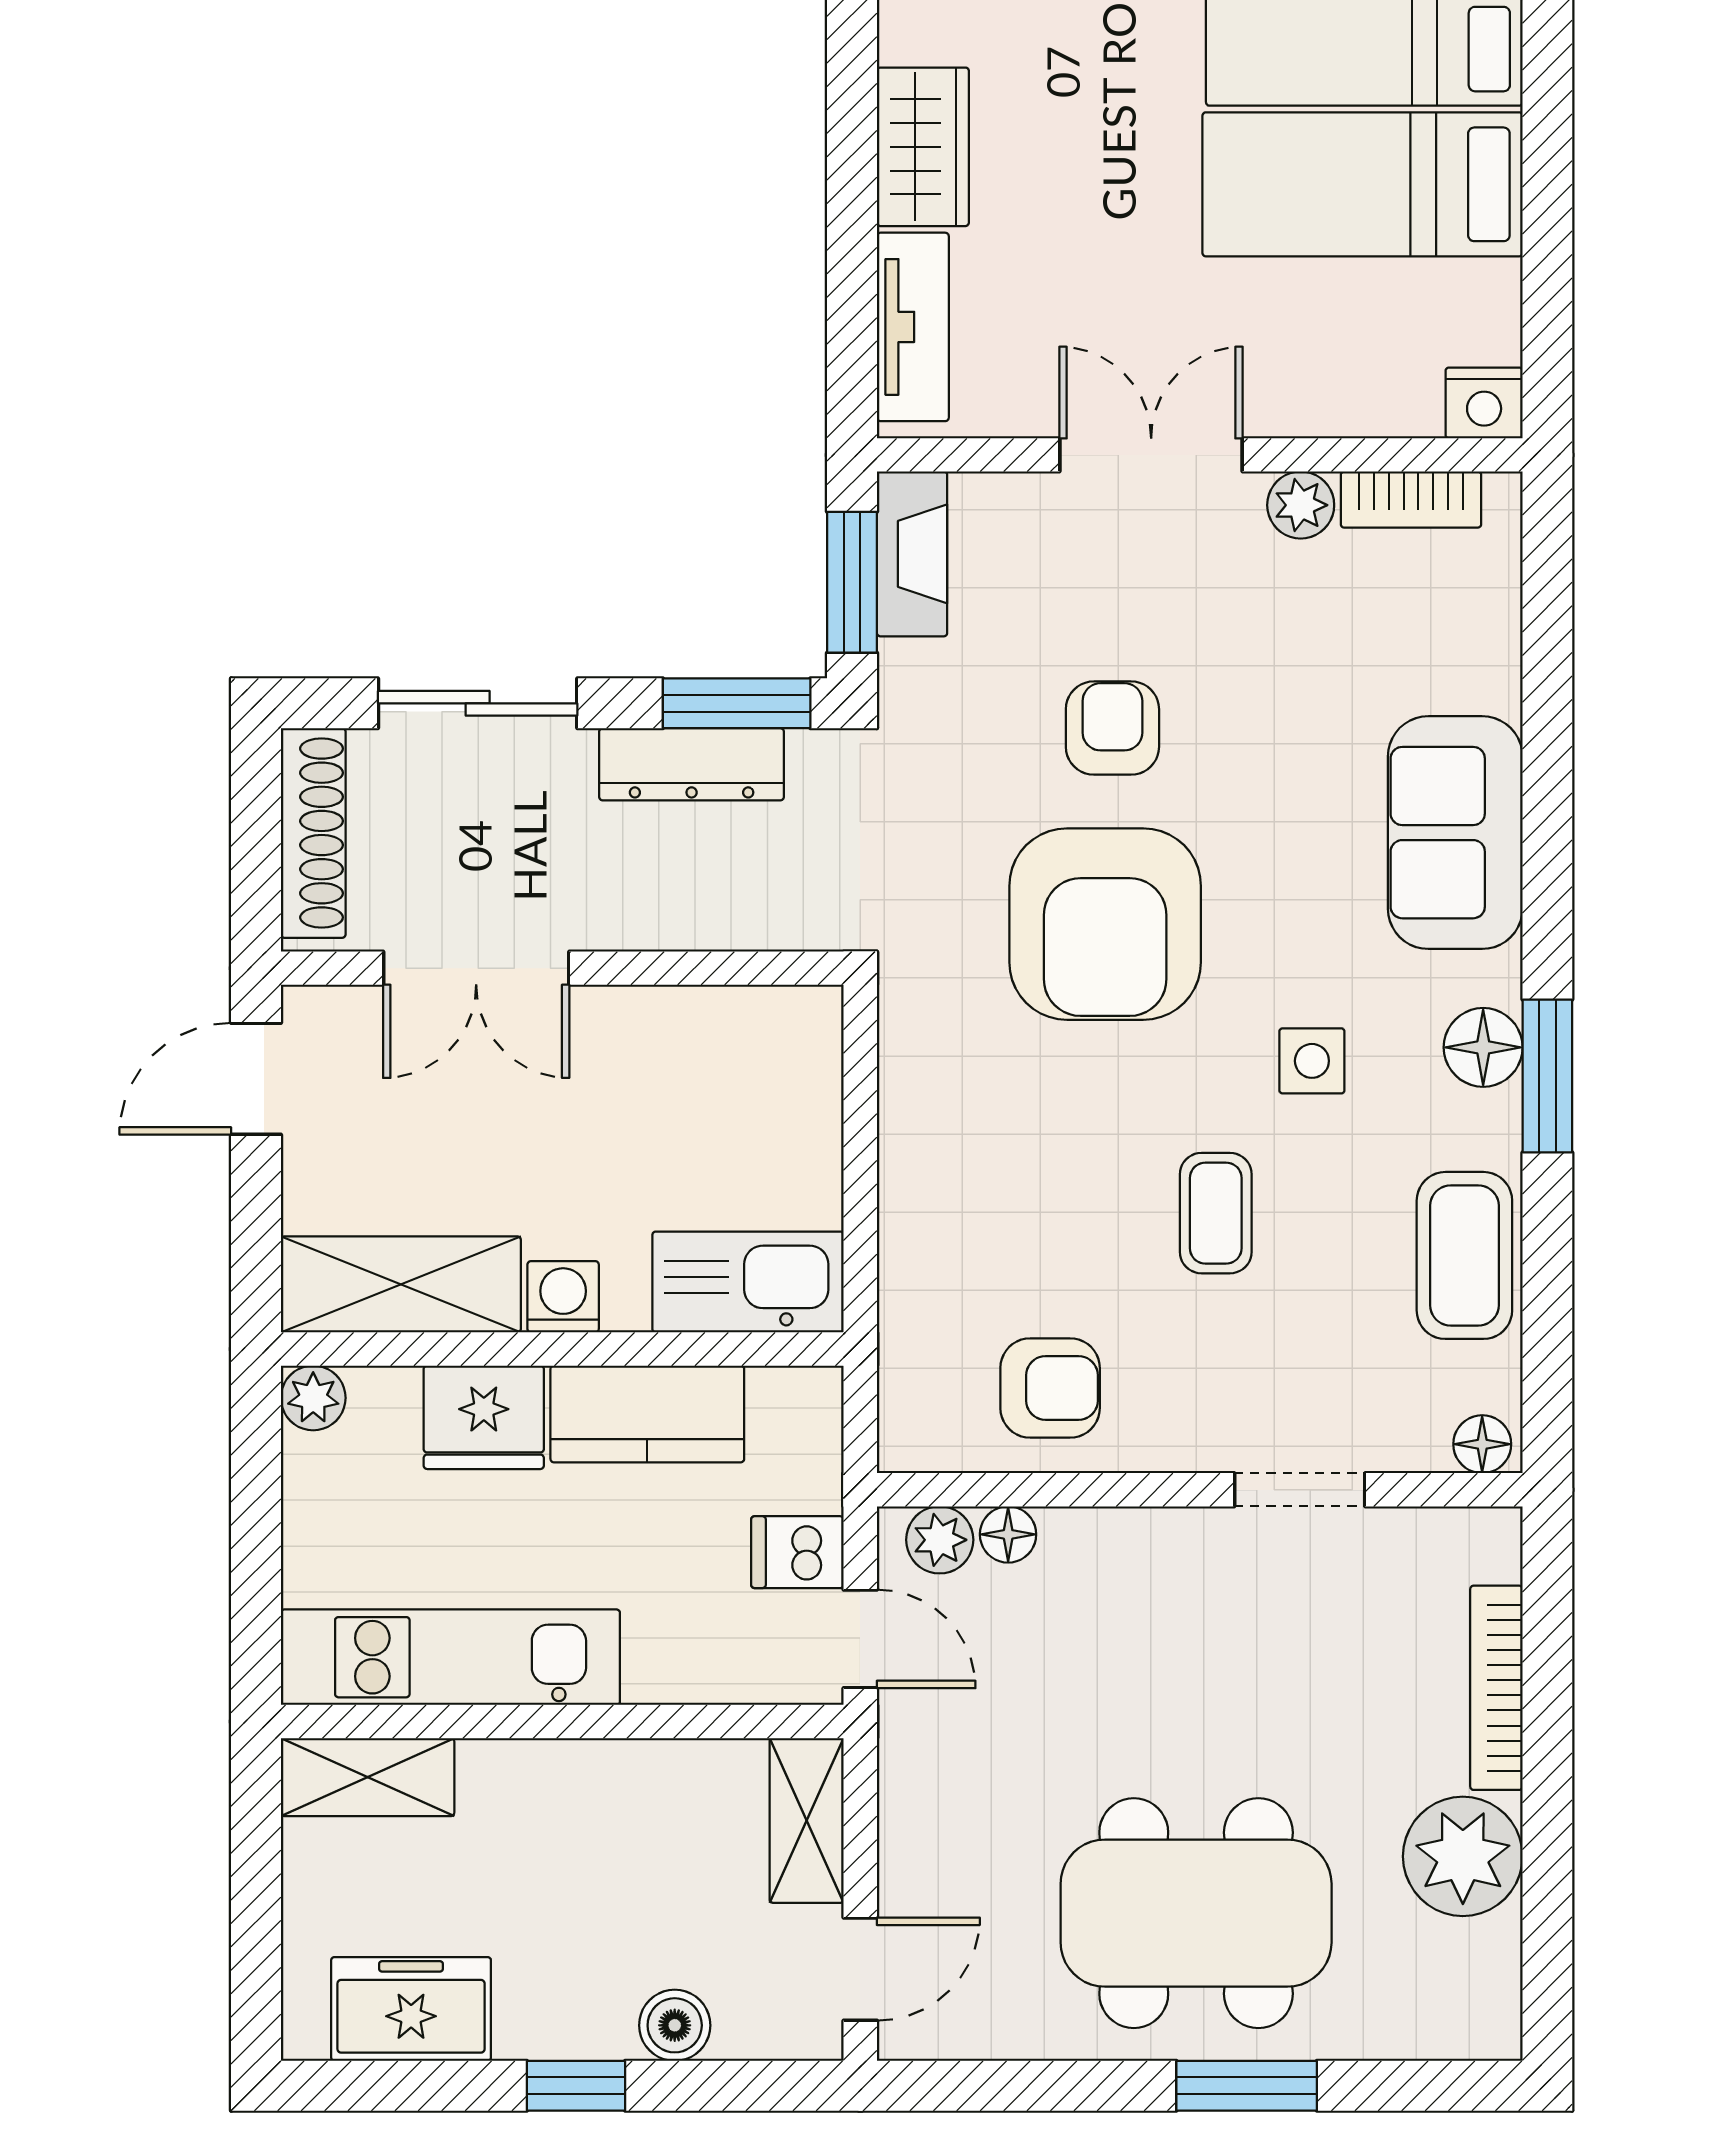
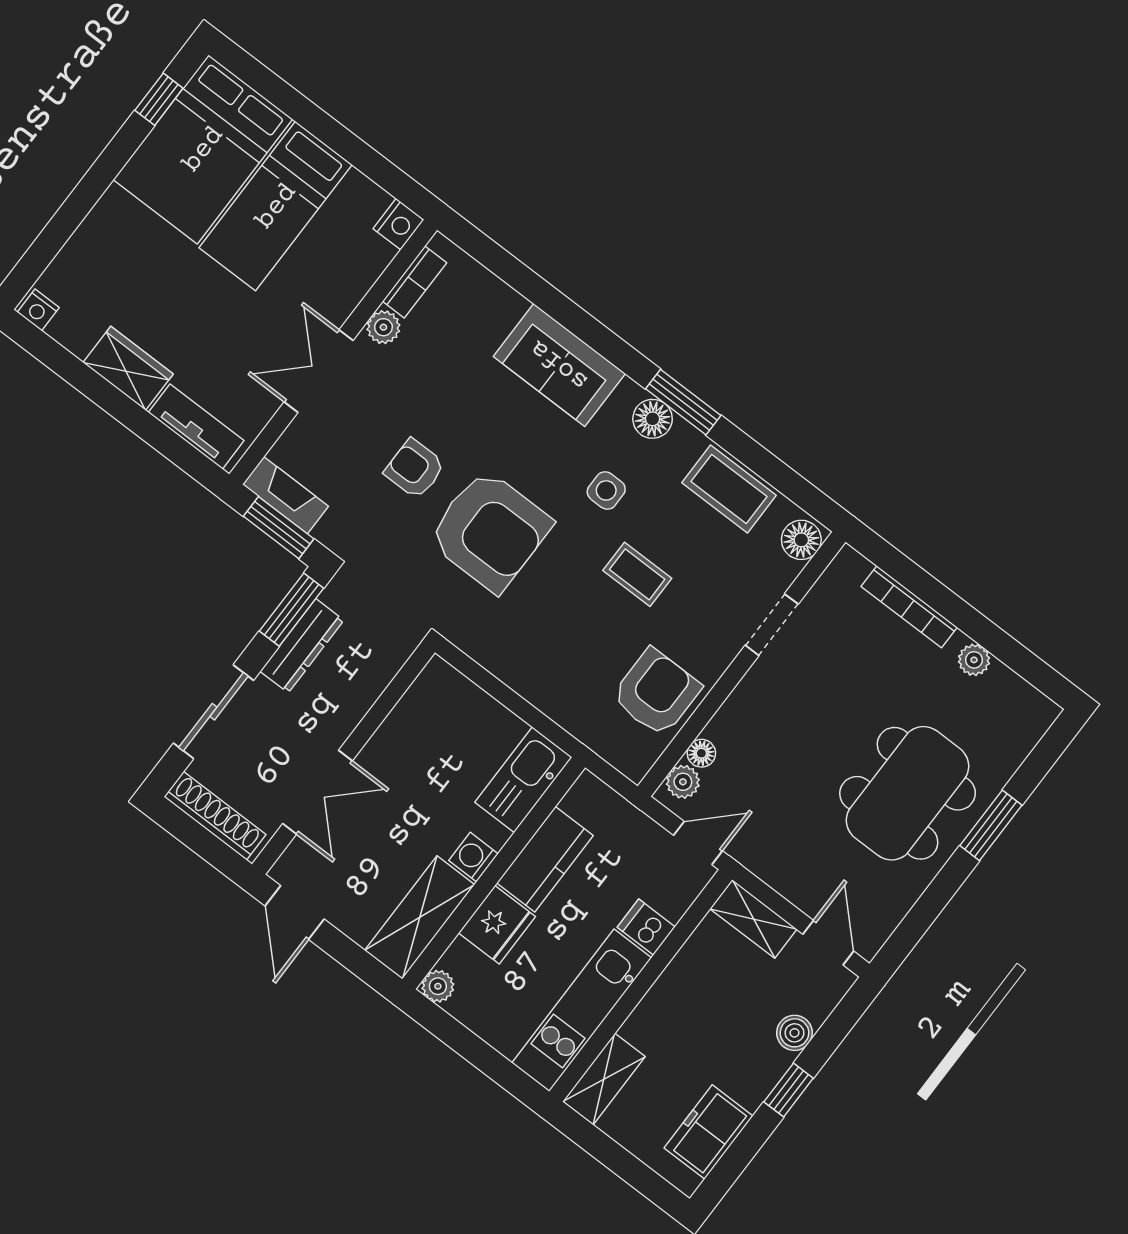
armchair: (1050, 1388) -> (656, 692), width x1.38, depth x1.38
floor lamp: (1482, 1444) -> (801, 540), width x1.37, depth x1.37
dishwasher: (797, 1552) -> (646, 927), moved, turned 90
plant: (1463, 1856) -> (974, 660), width x0.53, depth x0.53

